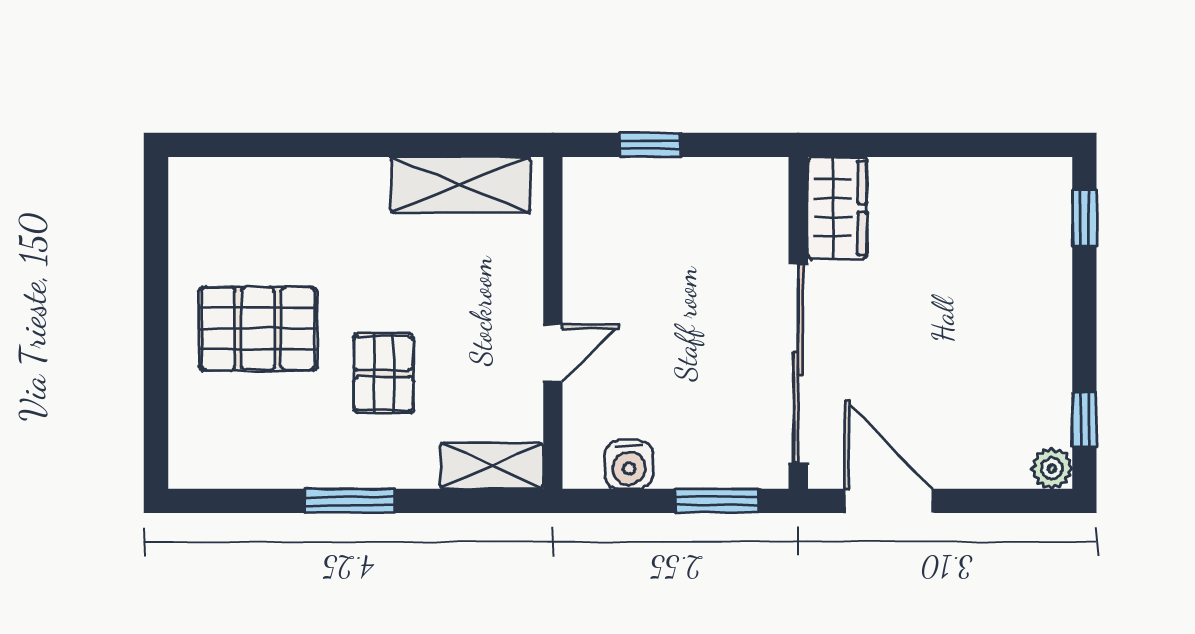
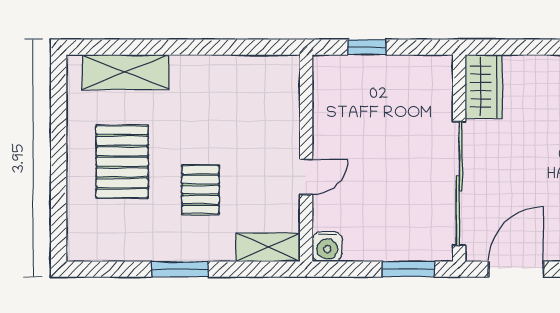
shelving: (460, 185) -> (126, 72), moved
pallet: (258, 329) -> (122, 162), turned 90
water cooler: (629, 465) -> (327, 247), moved
door: (889, 501) -> (516, 269), hinge flipped

